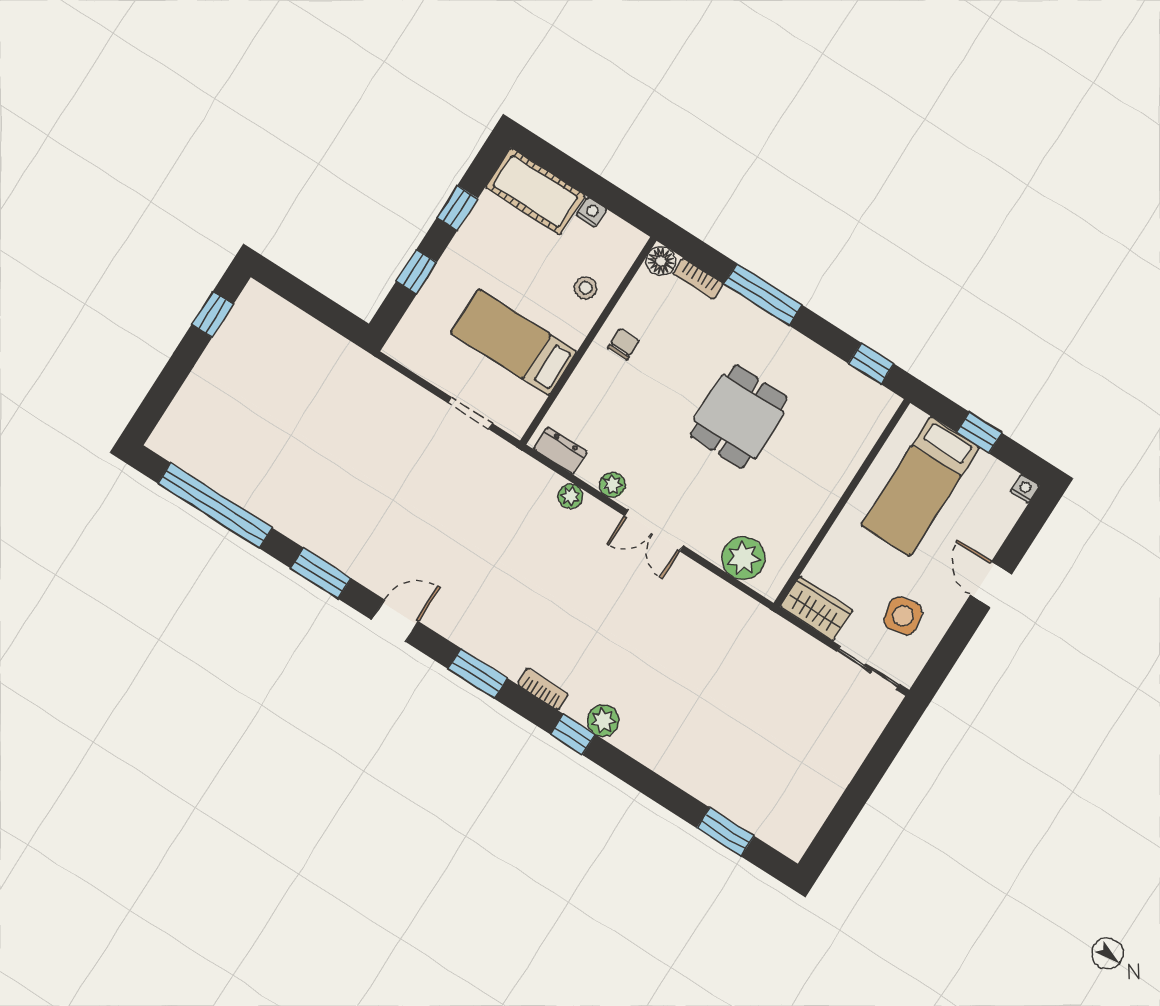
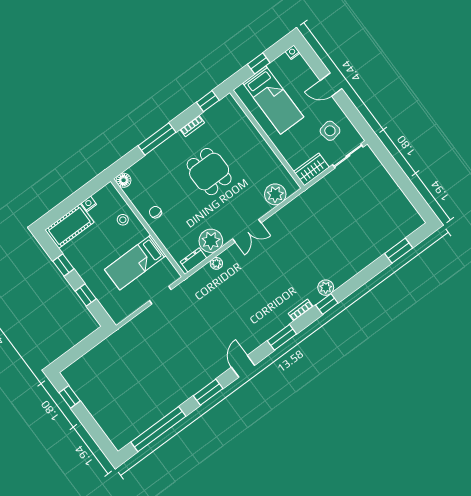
bookcase: (698, 279) -> (192, 126), moved
plant: (612, 485) -> (211, 241), width x1.87, depth x1.87

